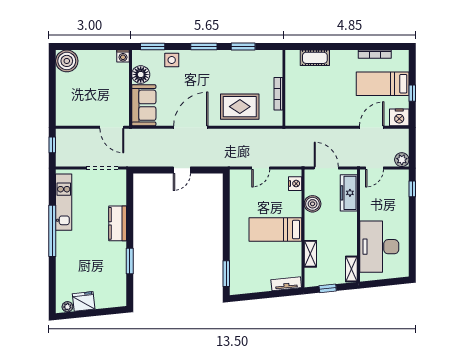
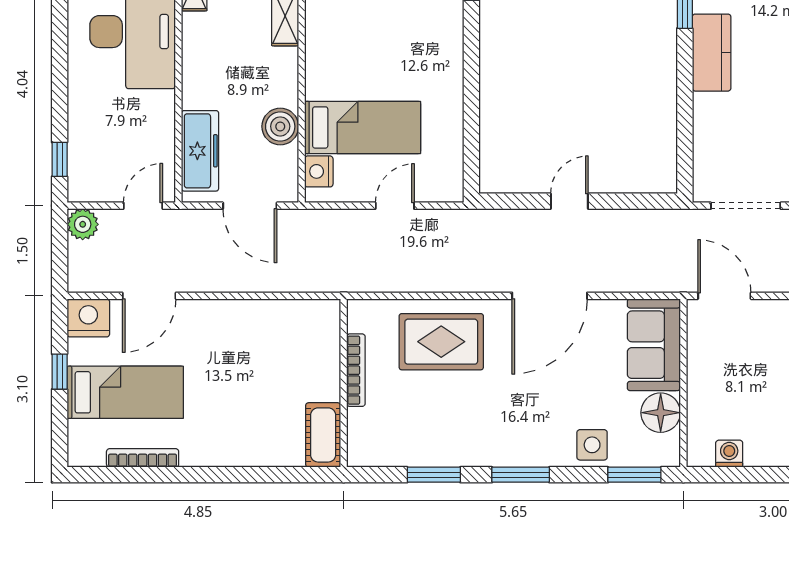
washing machine: (123, 56) -> (729, 454), moved
cot: (315, 58) -> (323, 435), moved, turned 90
kitchen counter: (118, 223) -> (712, 53), moved
bed: (275, 230) -> (363, 127), moved

